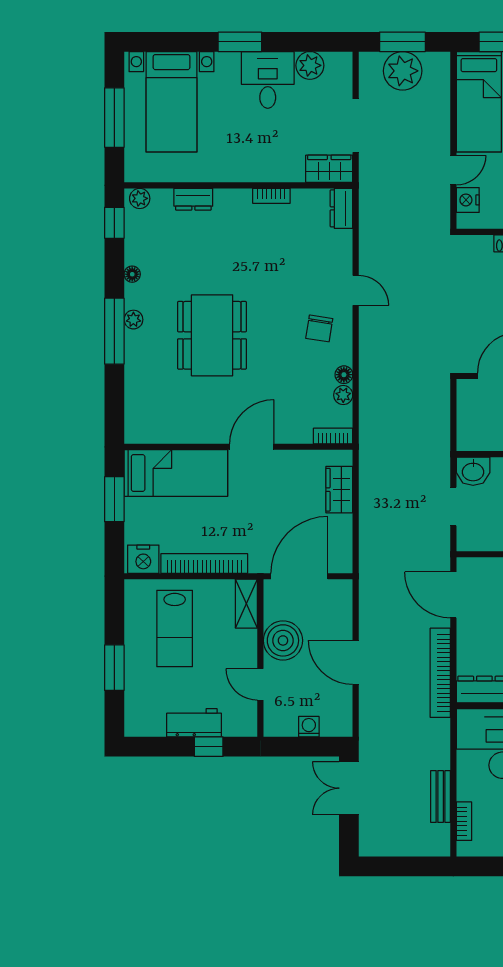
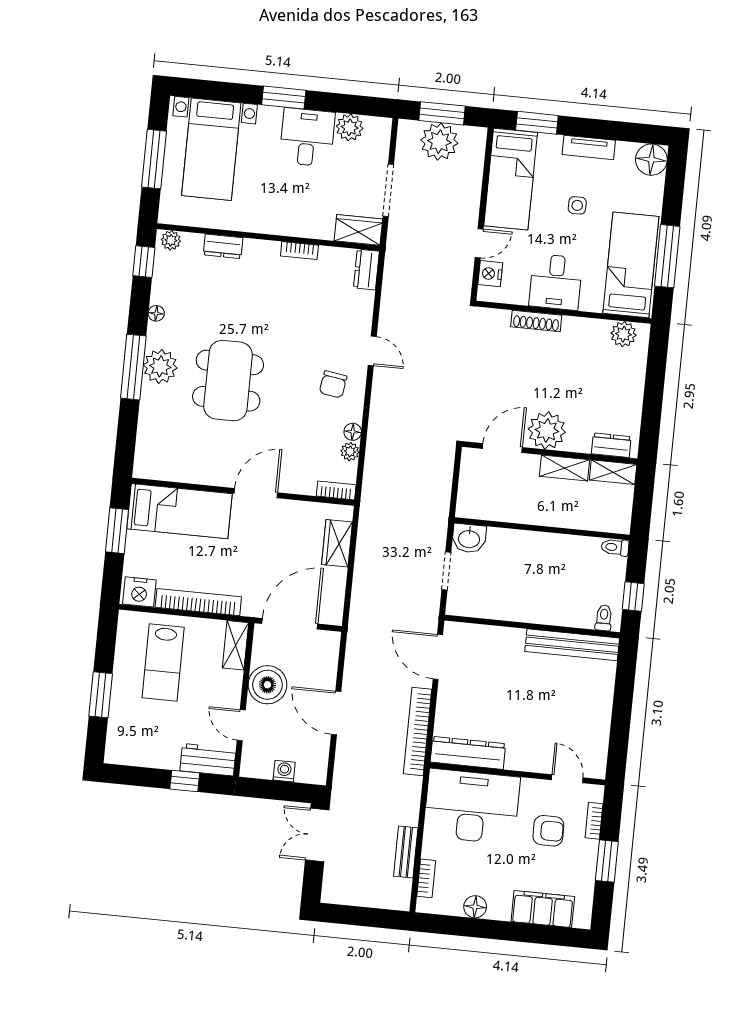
plant: (133, 320) -> (160, 366), width x1.87, depth x1.87
workbench: (194, 723) -> (208, 760), moved

